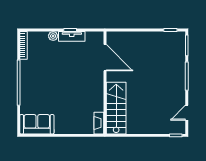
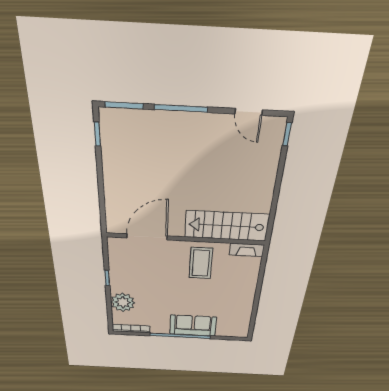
plant: (53, 36) -> (123, 302), width x1.88, depth x1.88
tv unit: (72, 36) -> (116, 277), removed
coffee table: (87, 94) -> (201, 263), added
sofa: (37, 124) -> (193, 326), moved, turned 90

